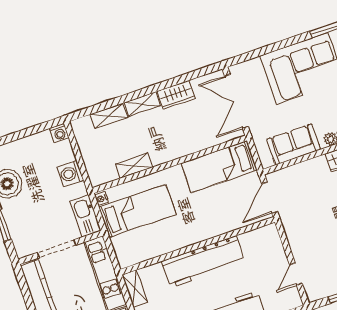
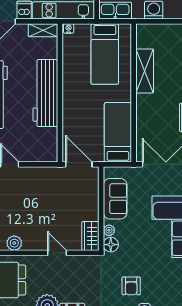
shelving: (134, 166) -> (145, 71), width x1.50, depth x1.33
nightstand: (102, 199) -> (69, 28), moved

